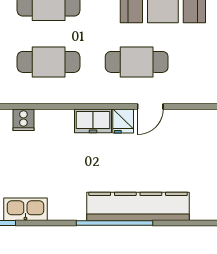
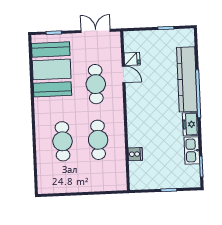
freezer: (93, 121) -> (190, 124), moved, turned 180
fridge: (123, 121) -> (132, 59), moved

